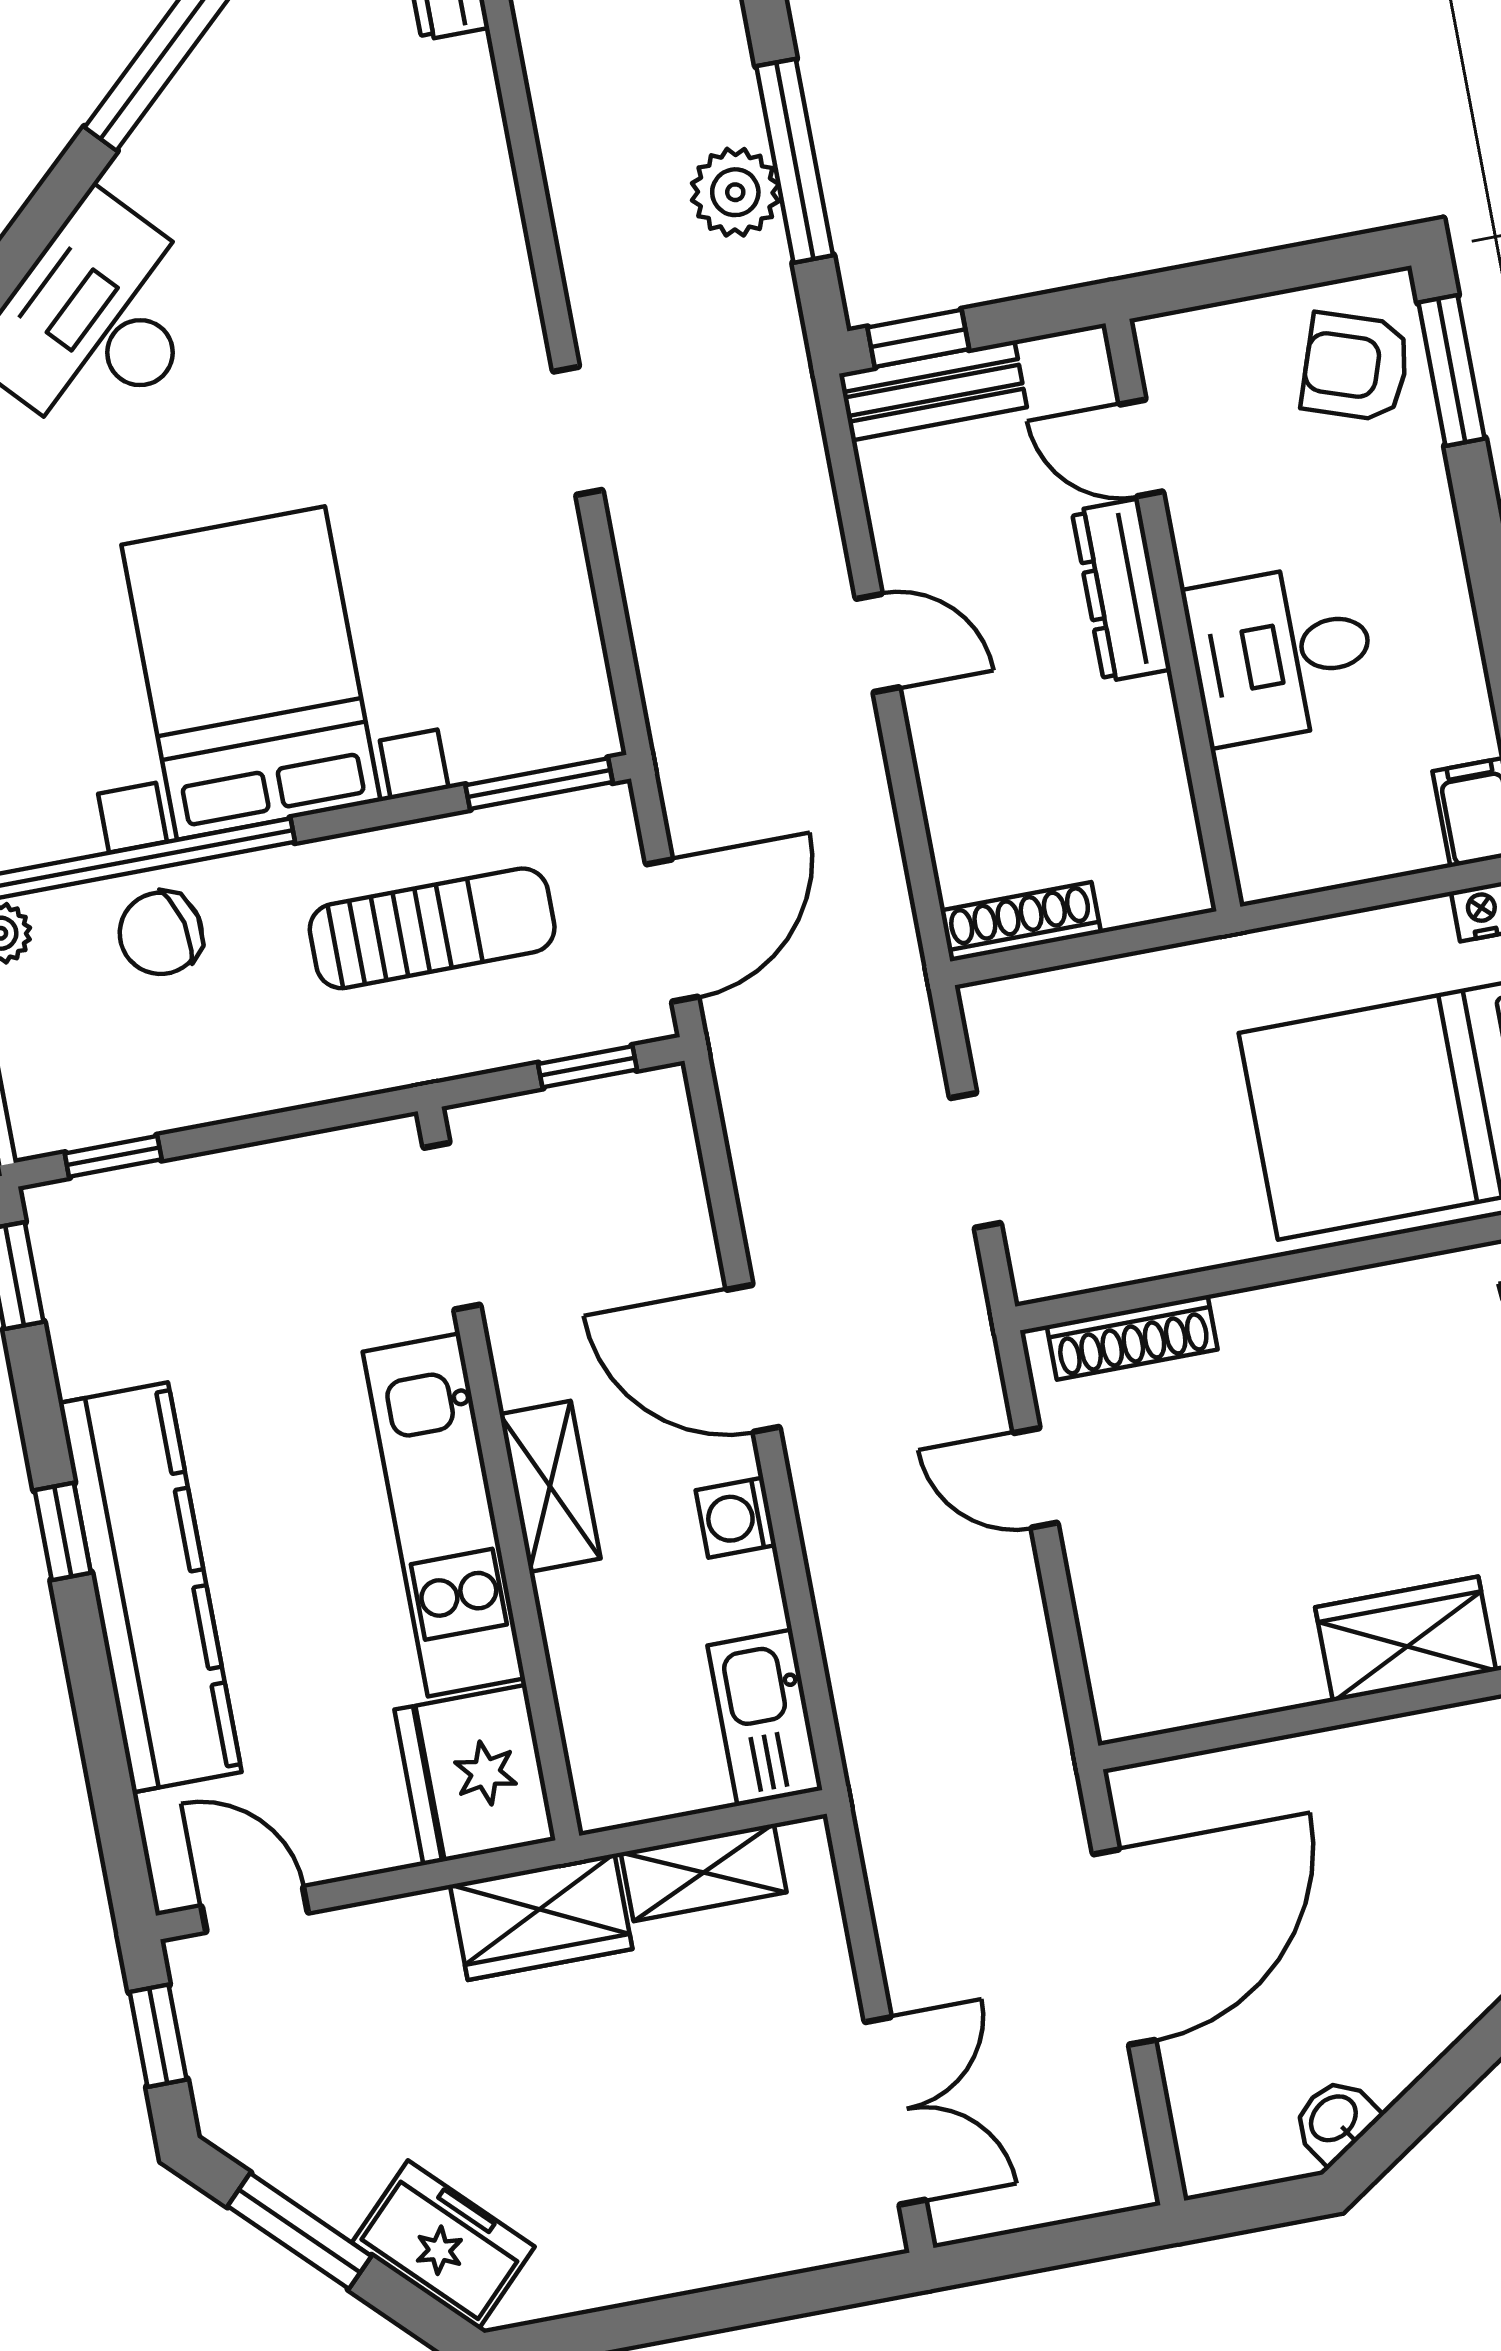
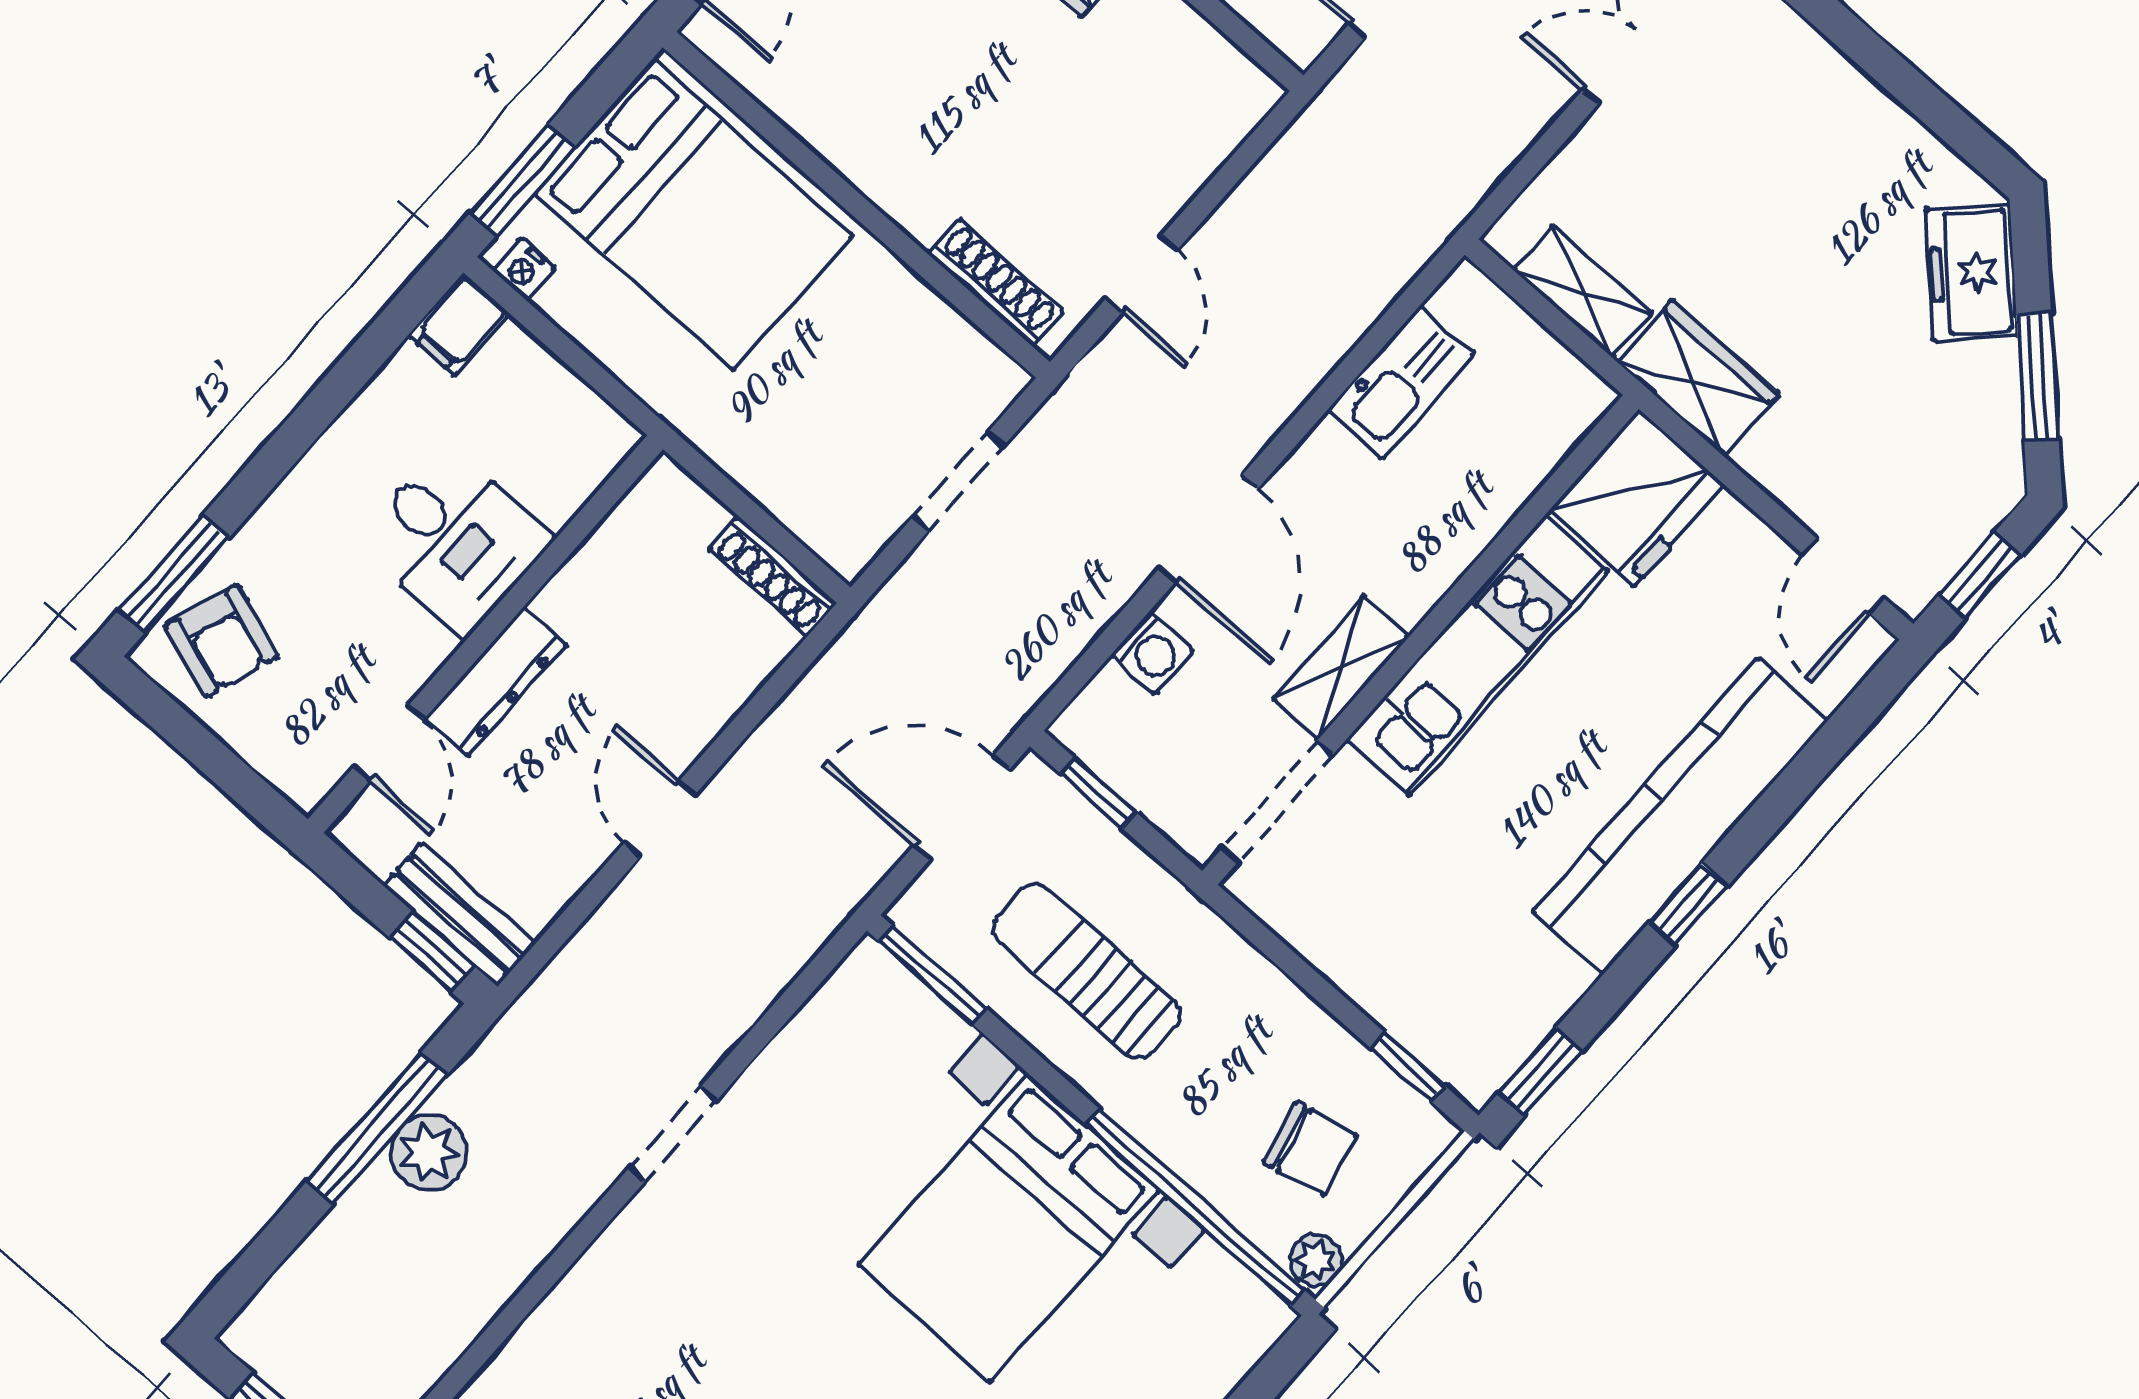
chair: (161, 933) -> (1310, 1148), moved
shelving: (550, 1486) -> (1340, 668), moved
washing machine: (736, 1518) -> (1152, 653), moved
kitchen sink: (765, 1718) -> (1401, 382), moved

